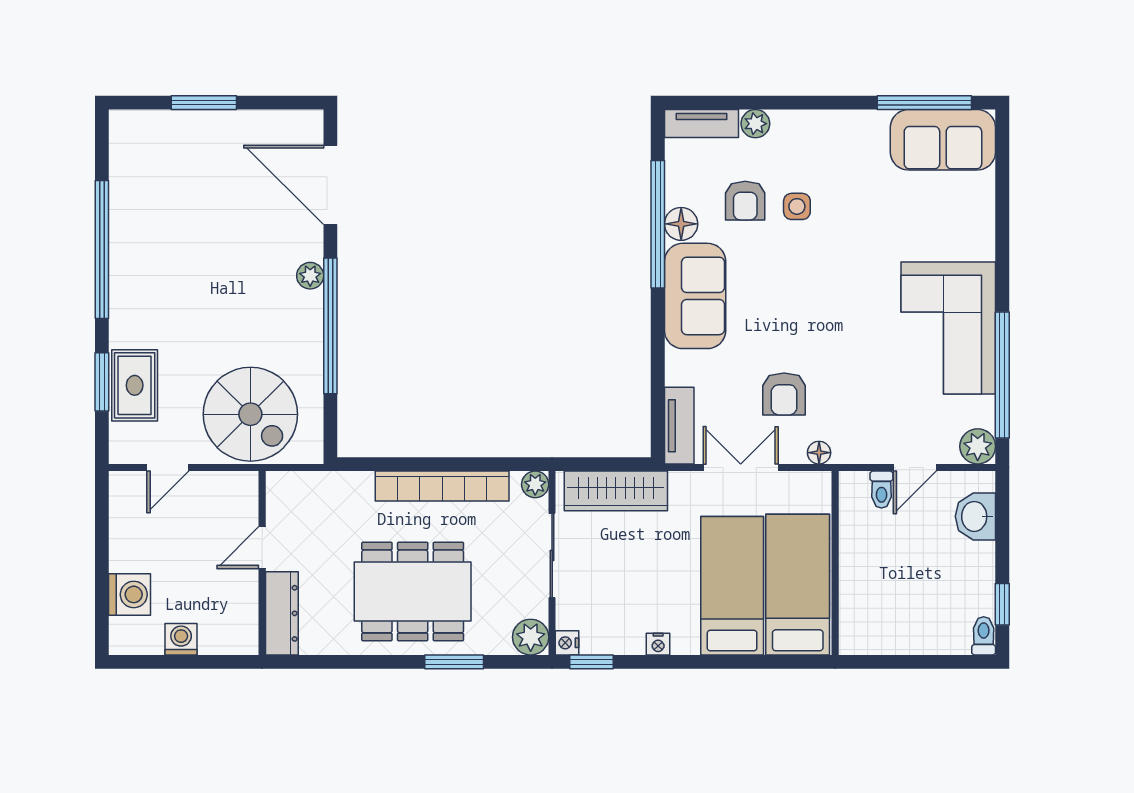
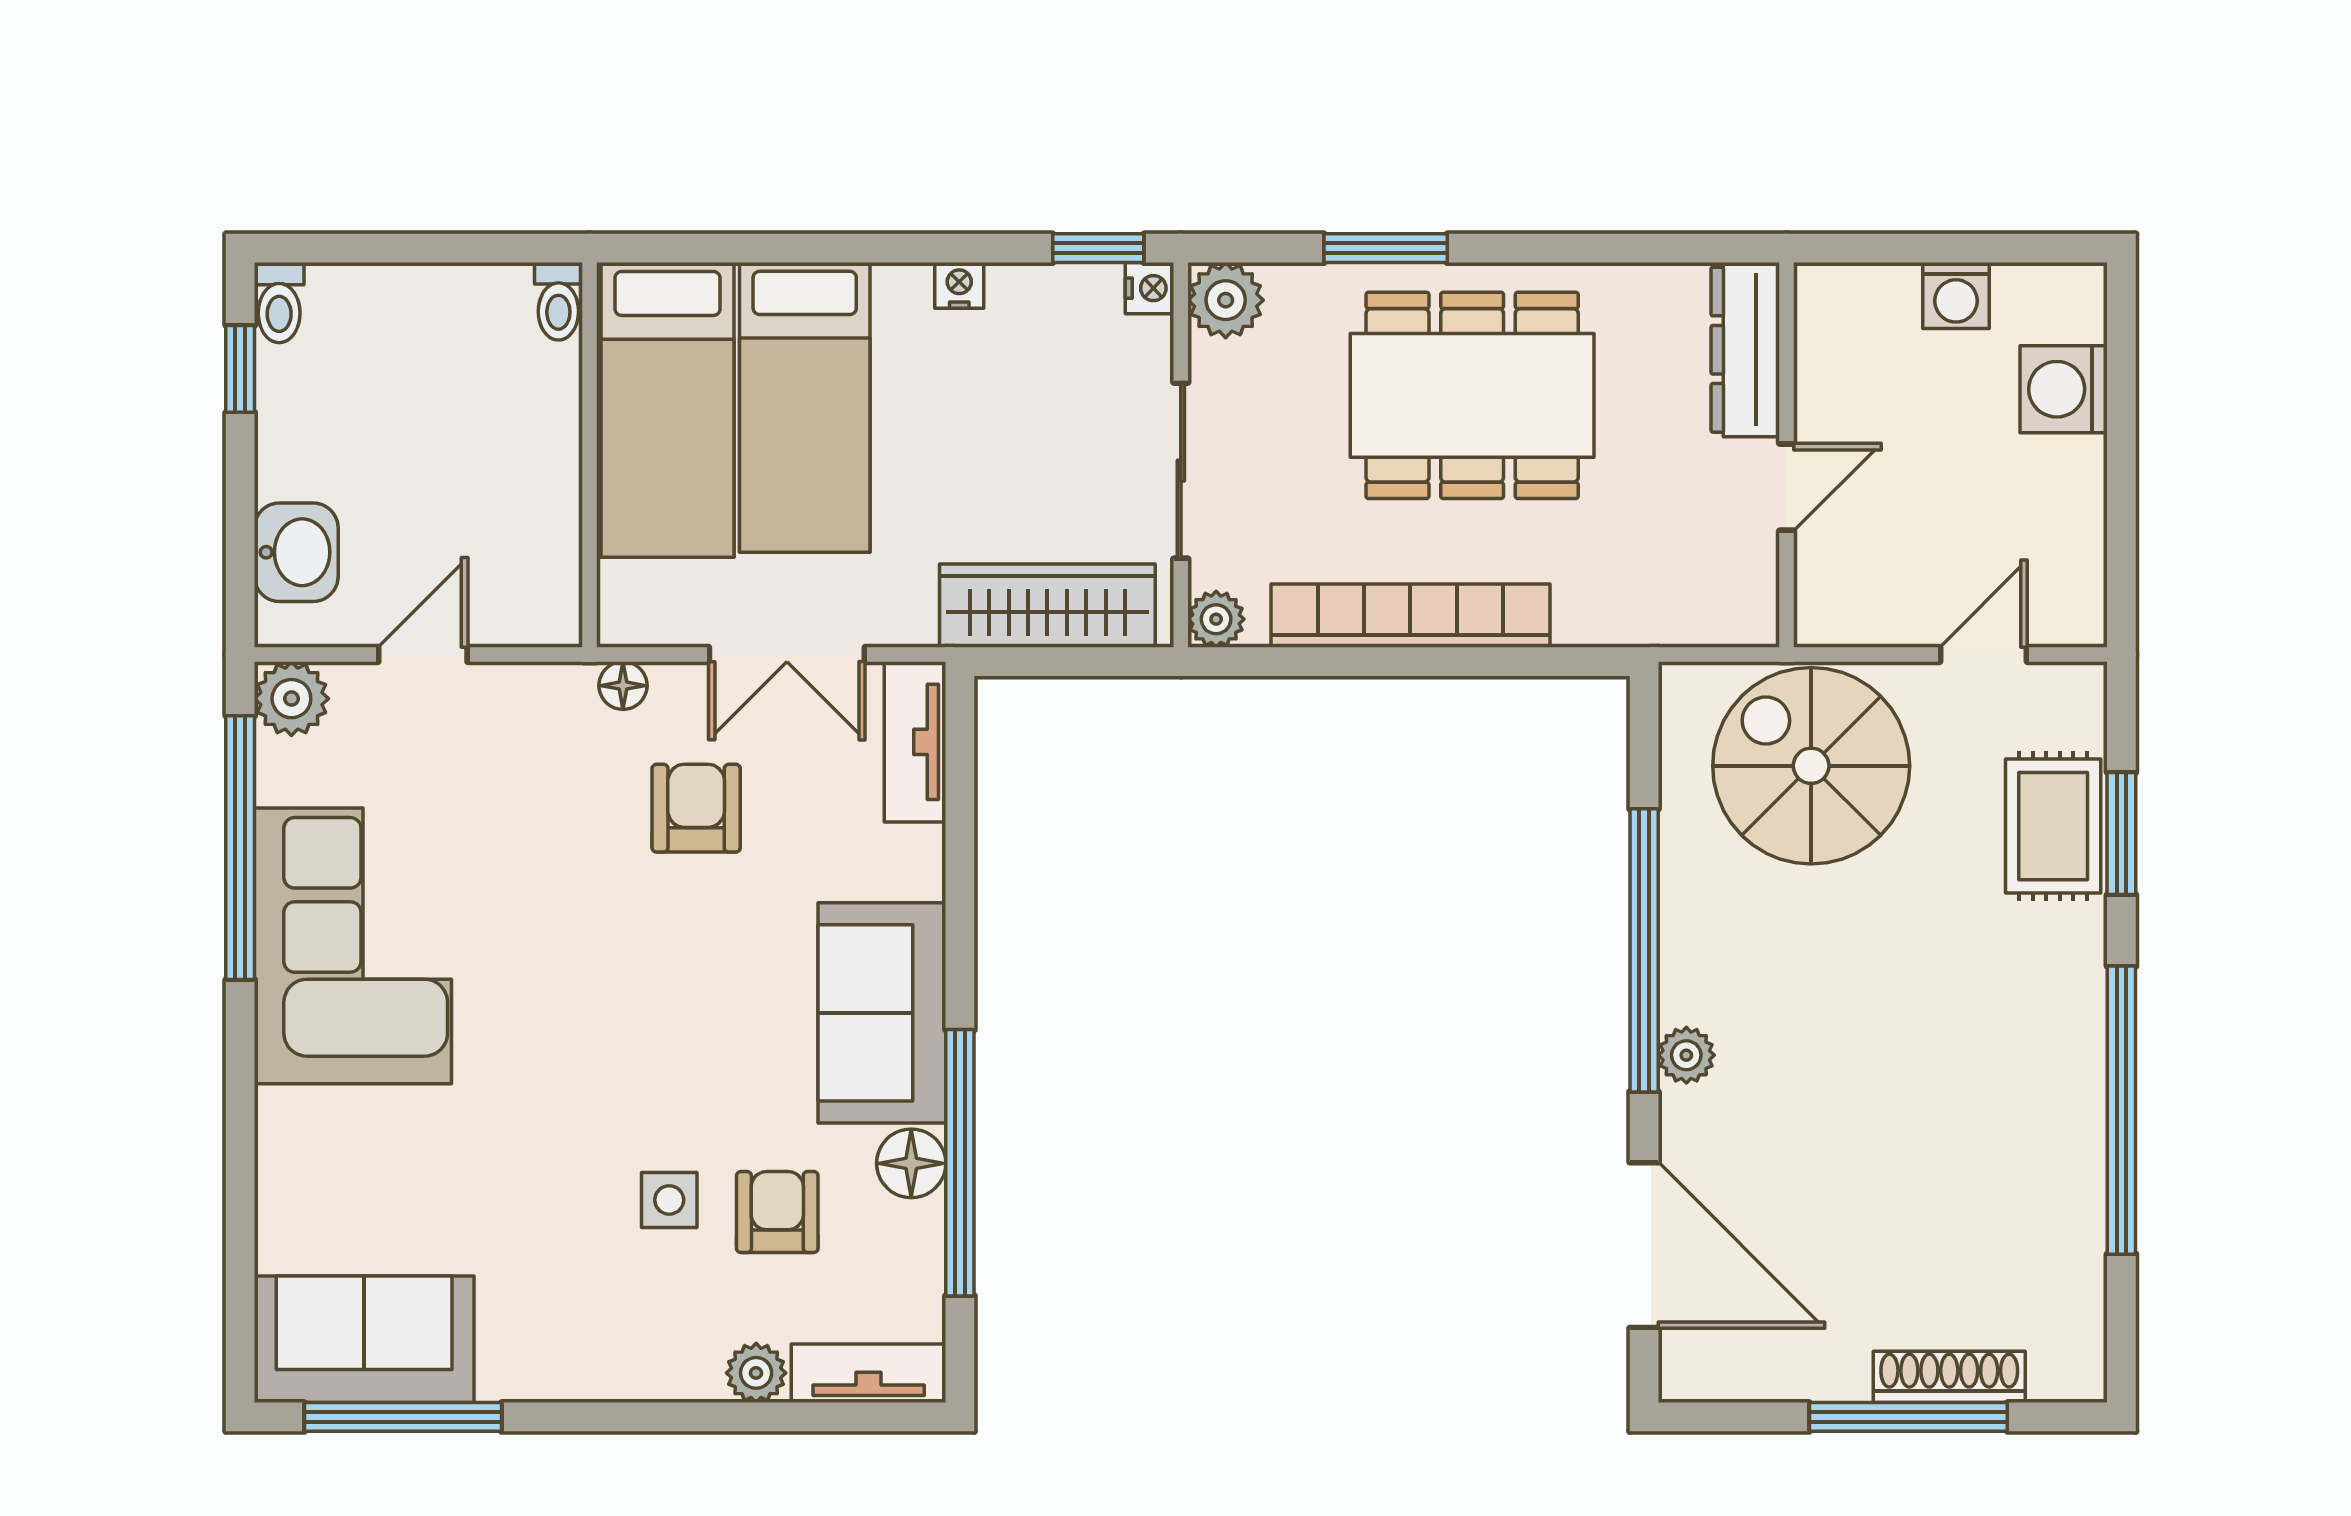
window: (204, 103) -> (1908, 1417), width x1.44
shoe rack: (184, 122) -> (1949, 1377), added
toilet: (881, 490) -> (558, 301), moved, turned 180

